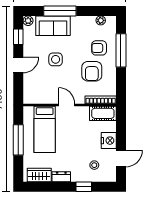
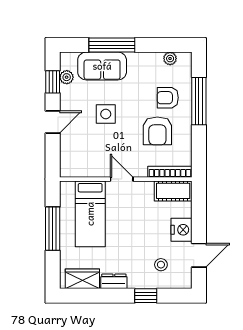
plant: (28, 21) -> (67, 77), moved

